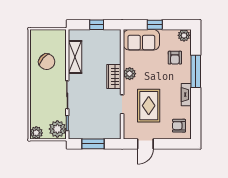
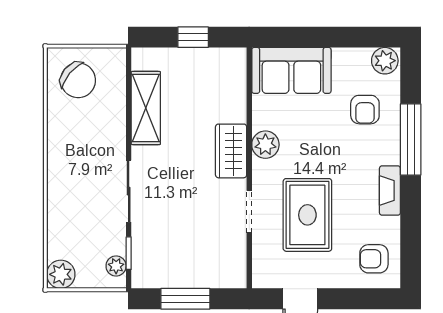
window: (155, 25) -> (321, 37), removed
chair: (47, 62) -> (78, 80), moved
plant: (57, 129) -> (116, 266), width x0.53, depth x0.53

